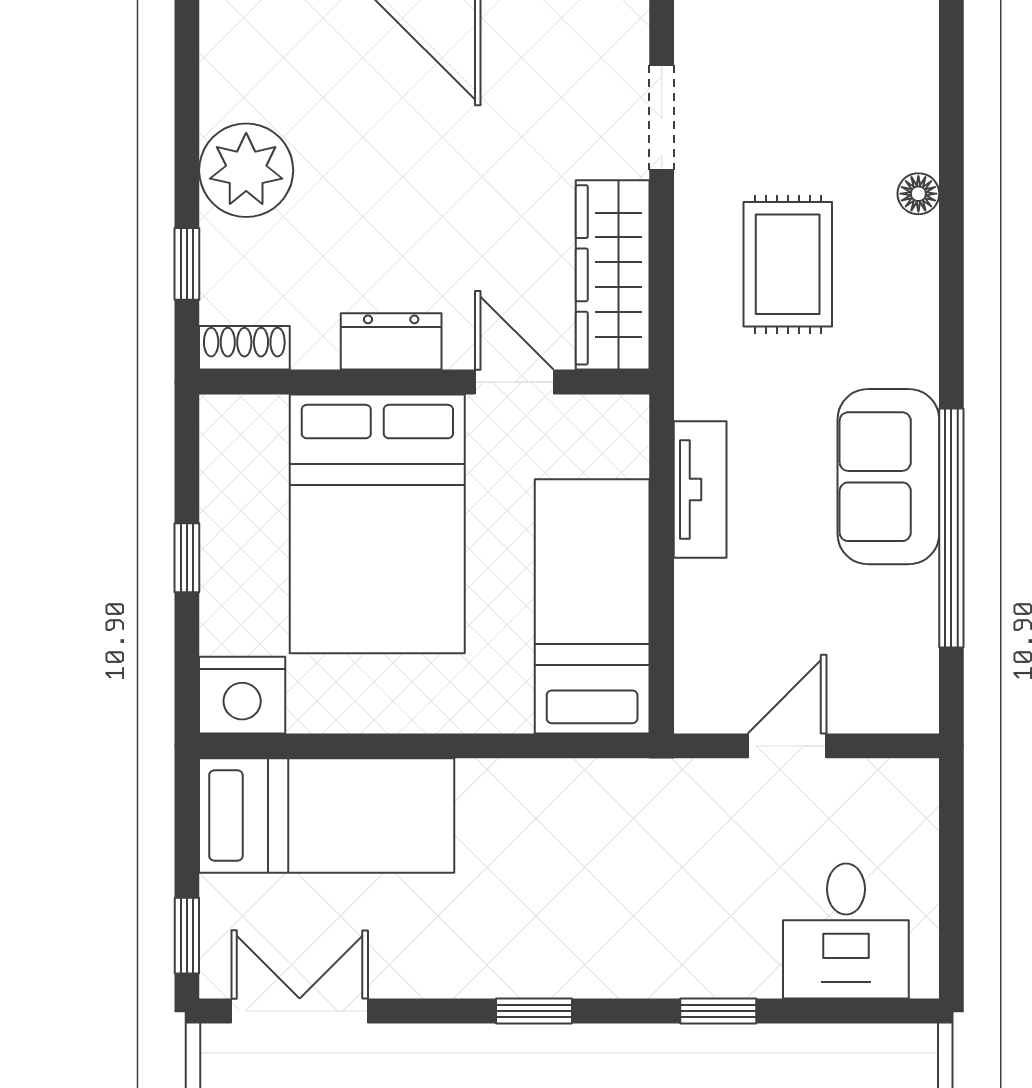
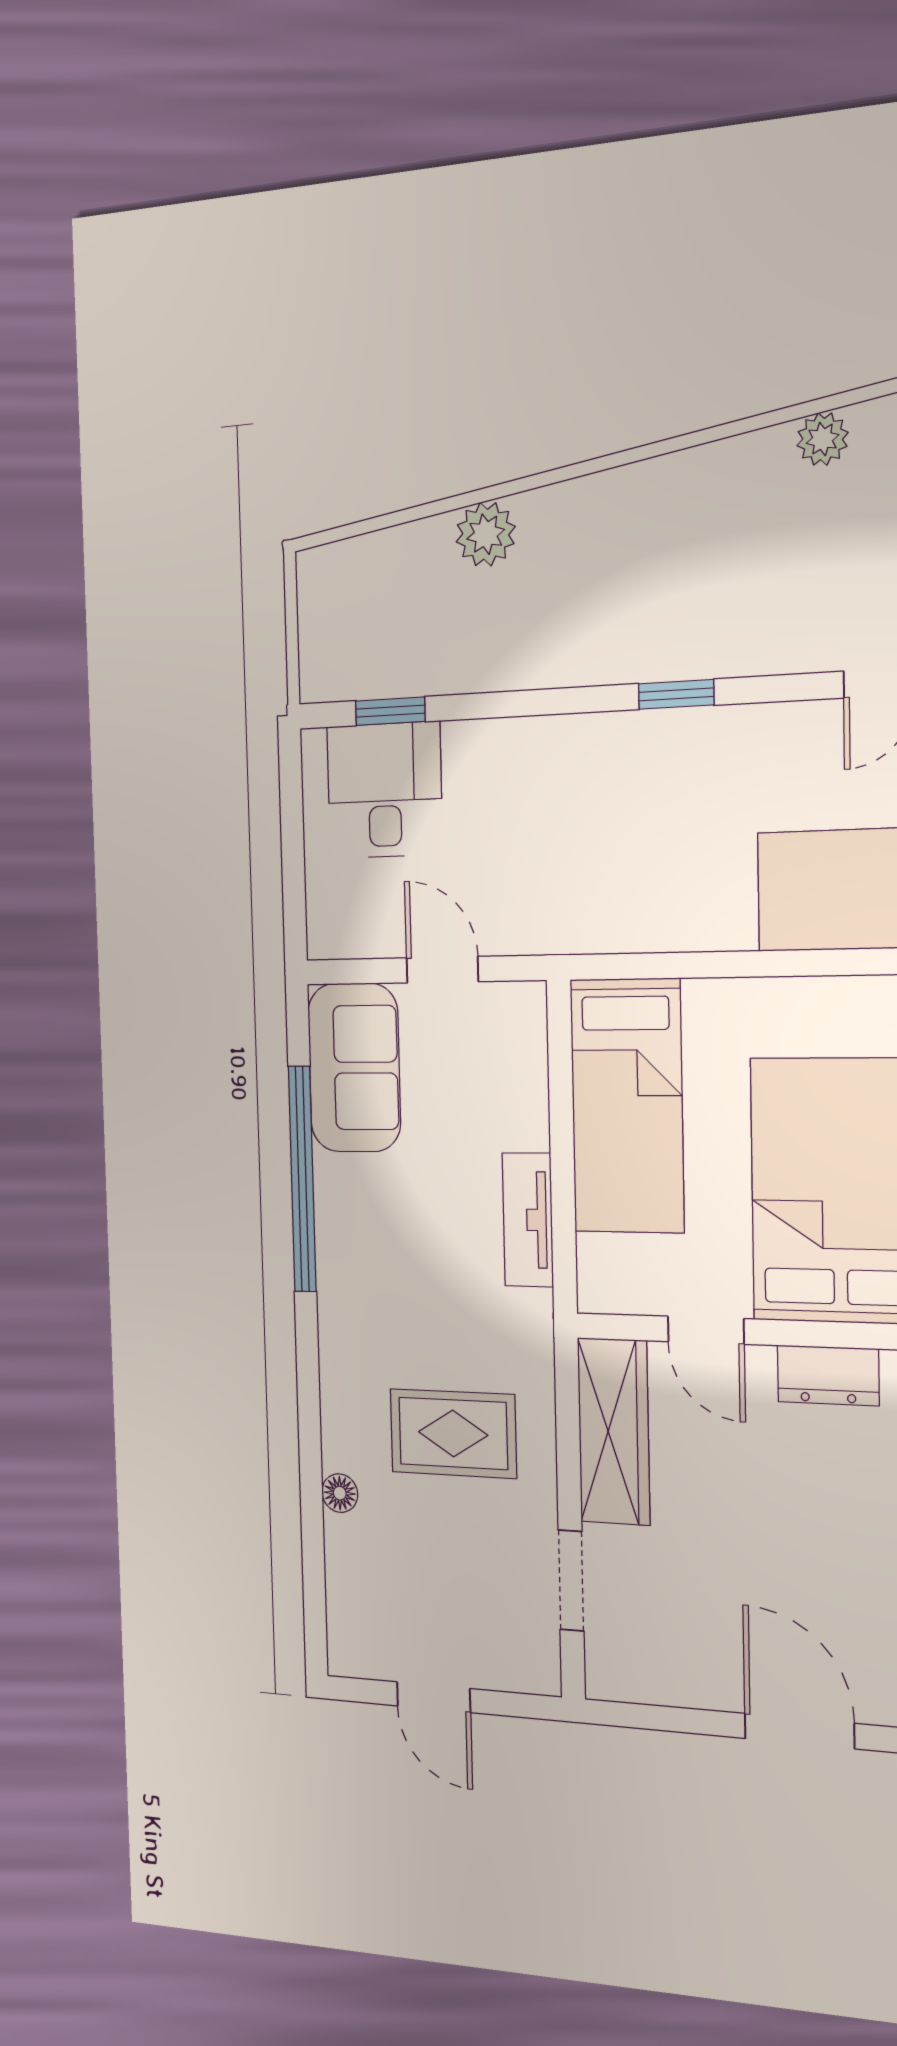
rug: (788, 264) -> (453, 1433), turned 90
sofa: (888, 477) -> (354, 1068), moved
door: (787, 746) -> (442, 970), swing flipped
window: (718, 1011) -> (390, 711), moved

